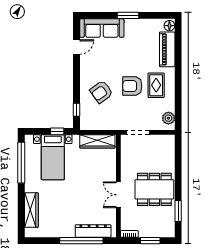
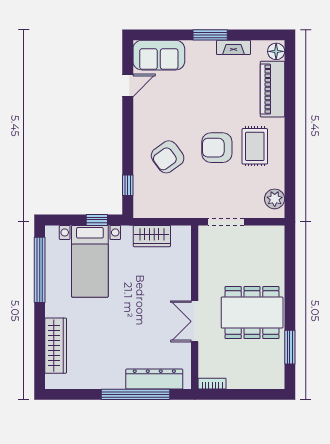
fireplace: (143, 23) -> (233, 47), added
sofa: (102, 28) -> (159, 55), width x0.73
wardrobe: (97, 141) -> (152, 236), width x0.67
window: (150, 241) -> (245, 394), removed

